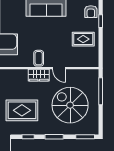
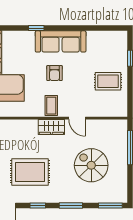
armchair: (91, 12) -> (55, 73), moved
spiral stairs: (70, 105) -> (91, 165), width x0.73, depth x0.73

